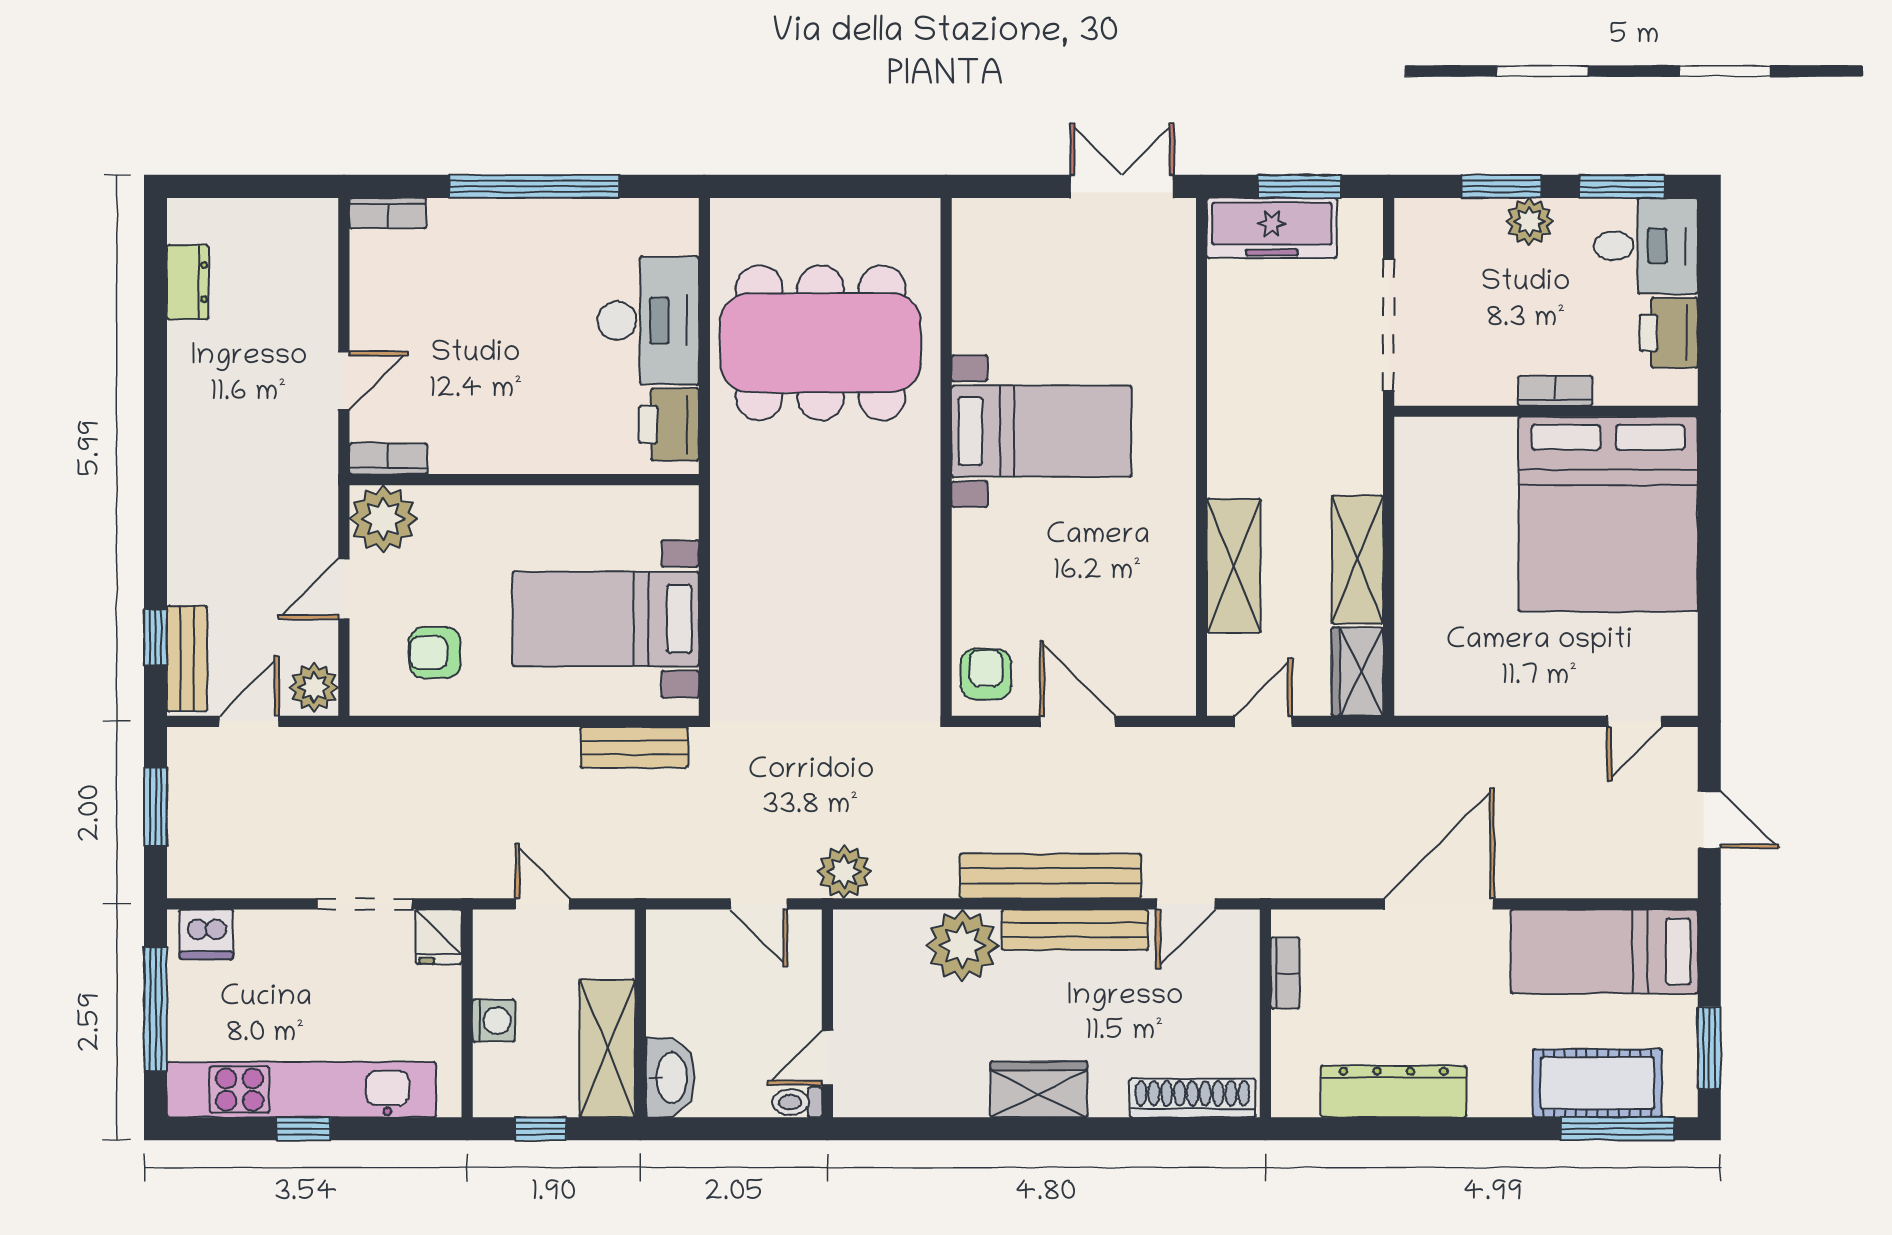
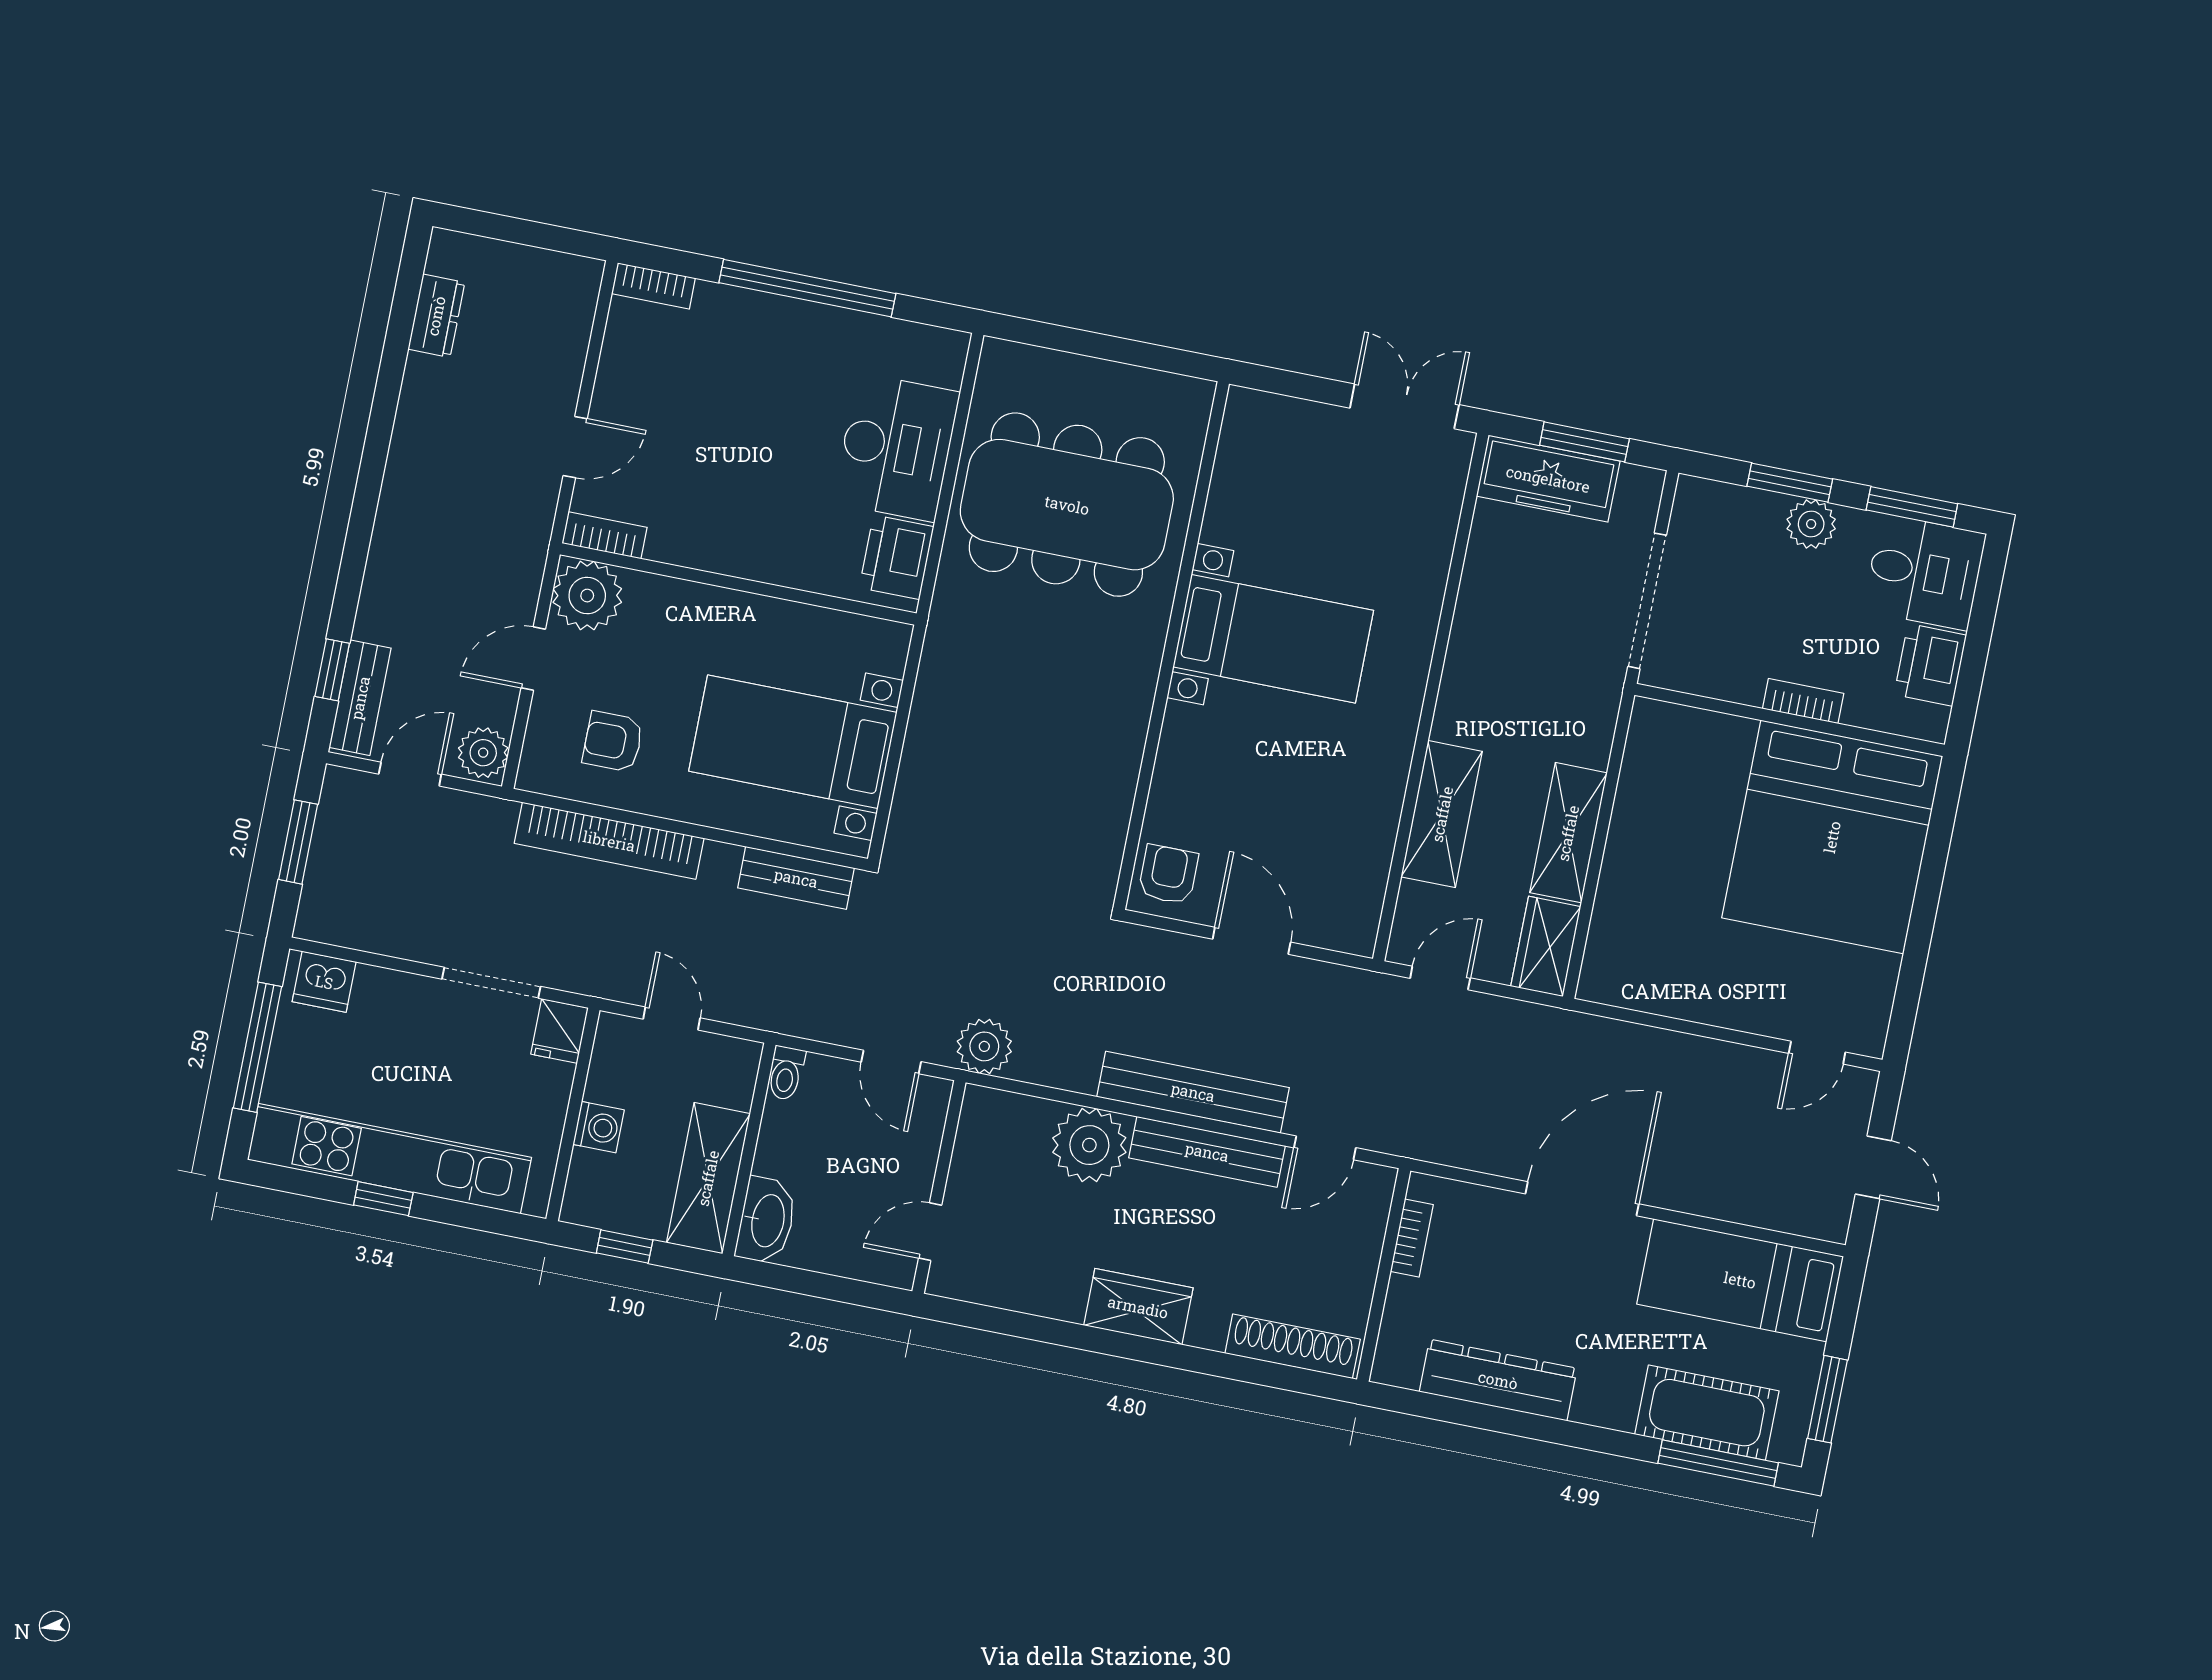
bookcase: (450, 747) -> (609, 841), added
toilet: (797, 1102) -> (786, 1073), moved, turned -90

